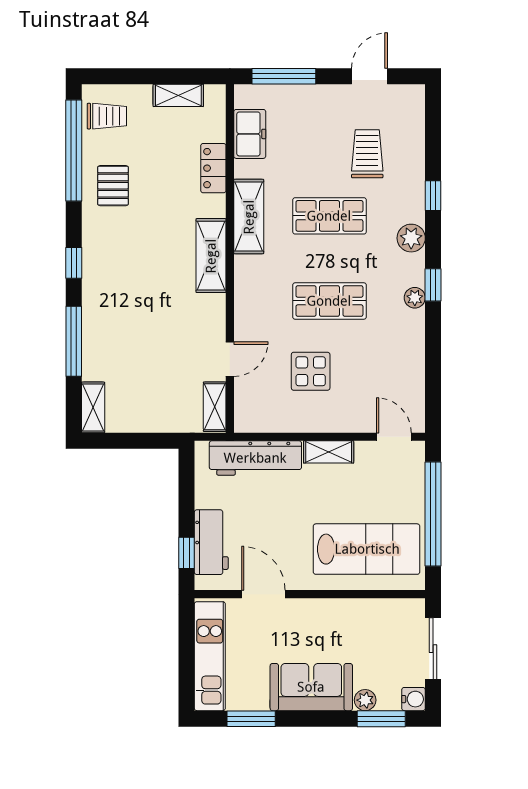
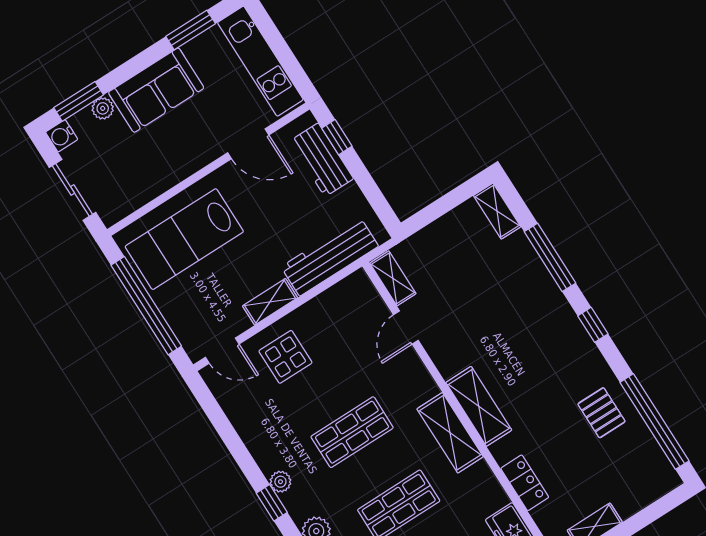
trolley: (107, 116) -> (645, 469), removed
shelving: (249, 217) -> (450, 433), moved
display table: (311, 371) -> (285, 357), moved

